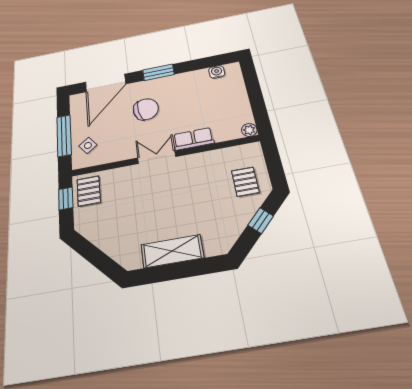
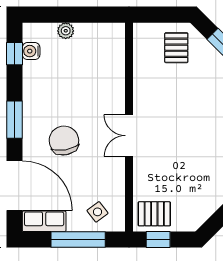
window: (212, 62) -> (15, 54), added
plant: (249, 130) -> (66, 31), moved
row of seats: (193, 139) -> (44, 221), moved, turned 90
pallet: (245, 182) -> (176, 48), turned 90

